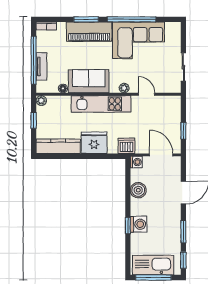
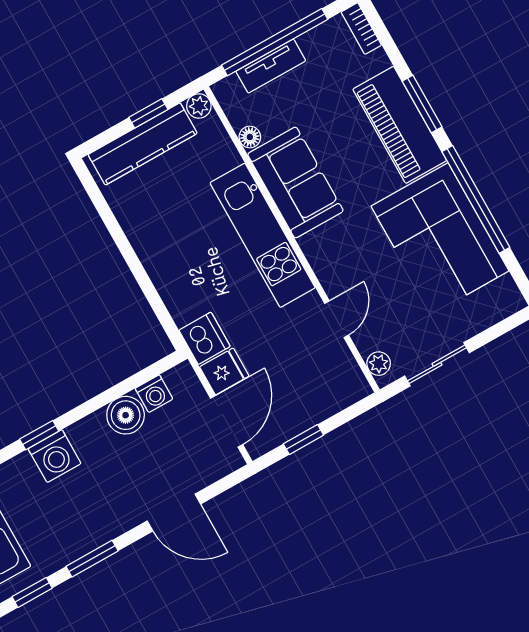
plant: (124, 88) -> (379, 364), moved
fridge: (94, 143) -> (224, 371), moved, width x0.53, depth x0.75
kitchen counter: (58, 146) -> (143, 144), moved, turned 90
washing machine: (136, 162) -> (154, 394), moved

